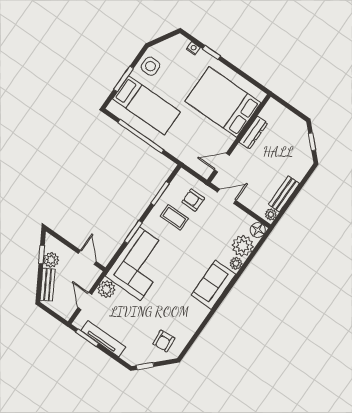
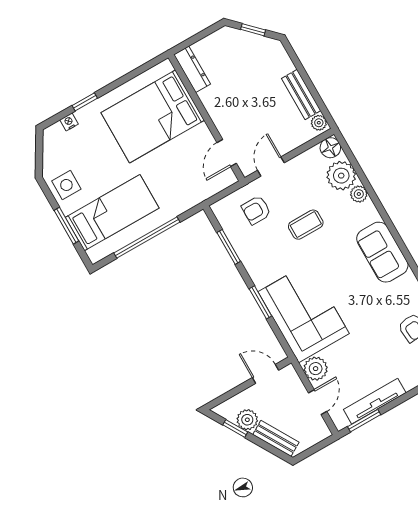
dresser: (253, 133) -> (192, 69), moved
coffee table: (174, 217) -> (306, 225), moved
sofa: (213, 285) -> (382, 252), moved
door: (85, 301) -> (318, 402), swing flipped

